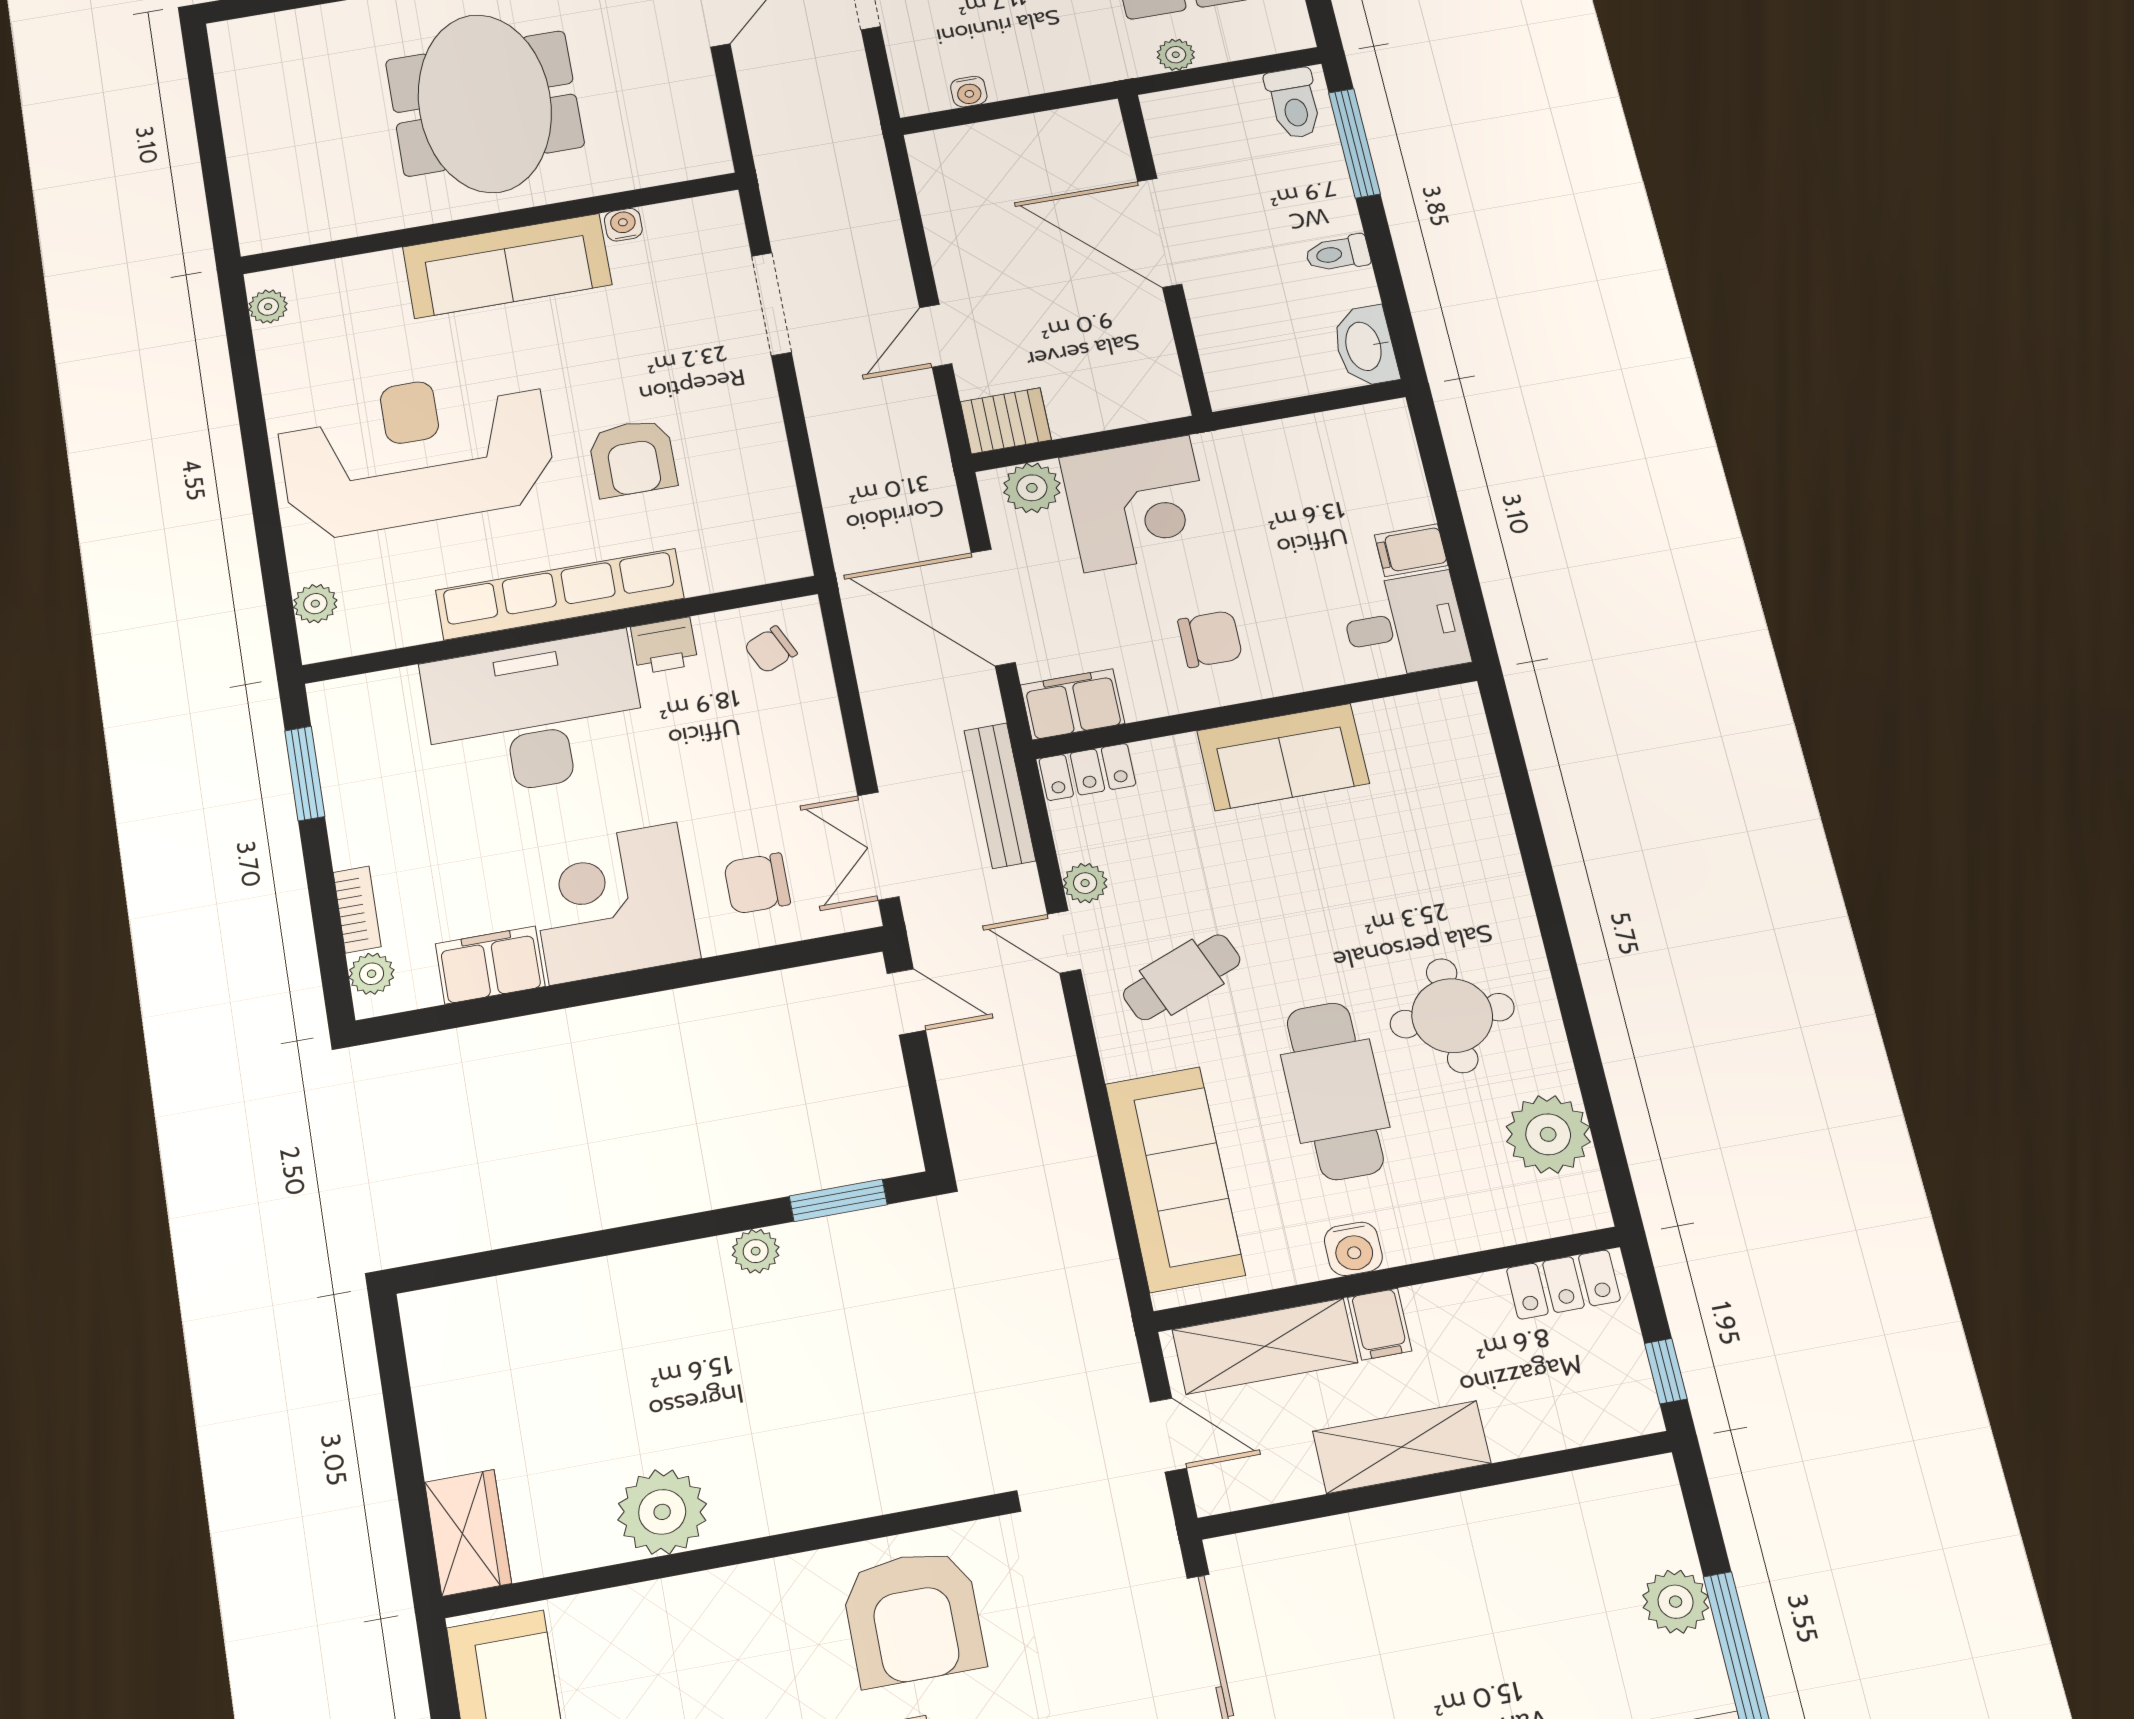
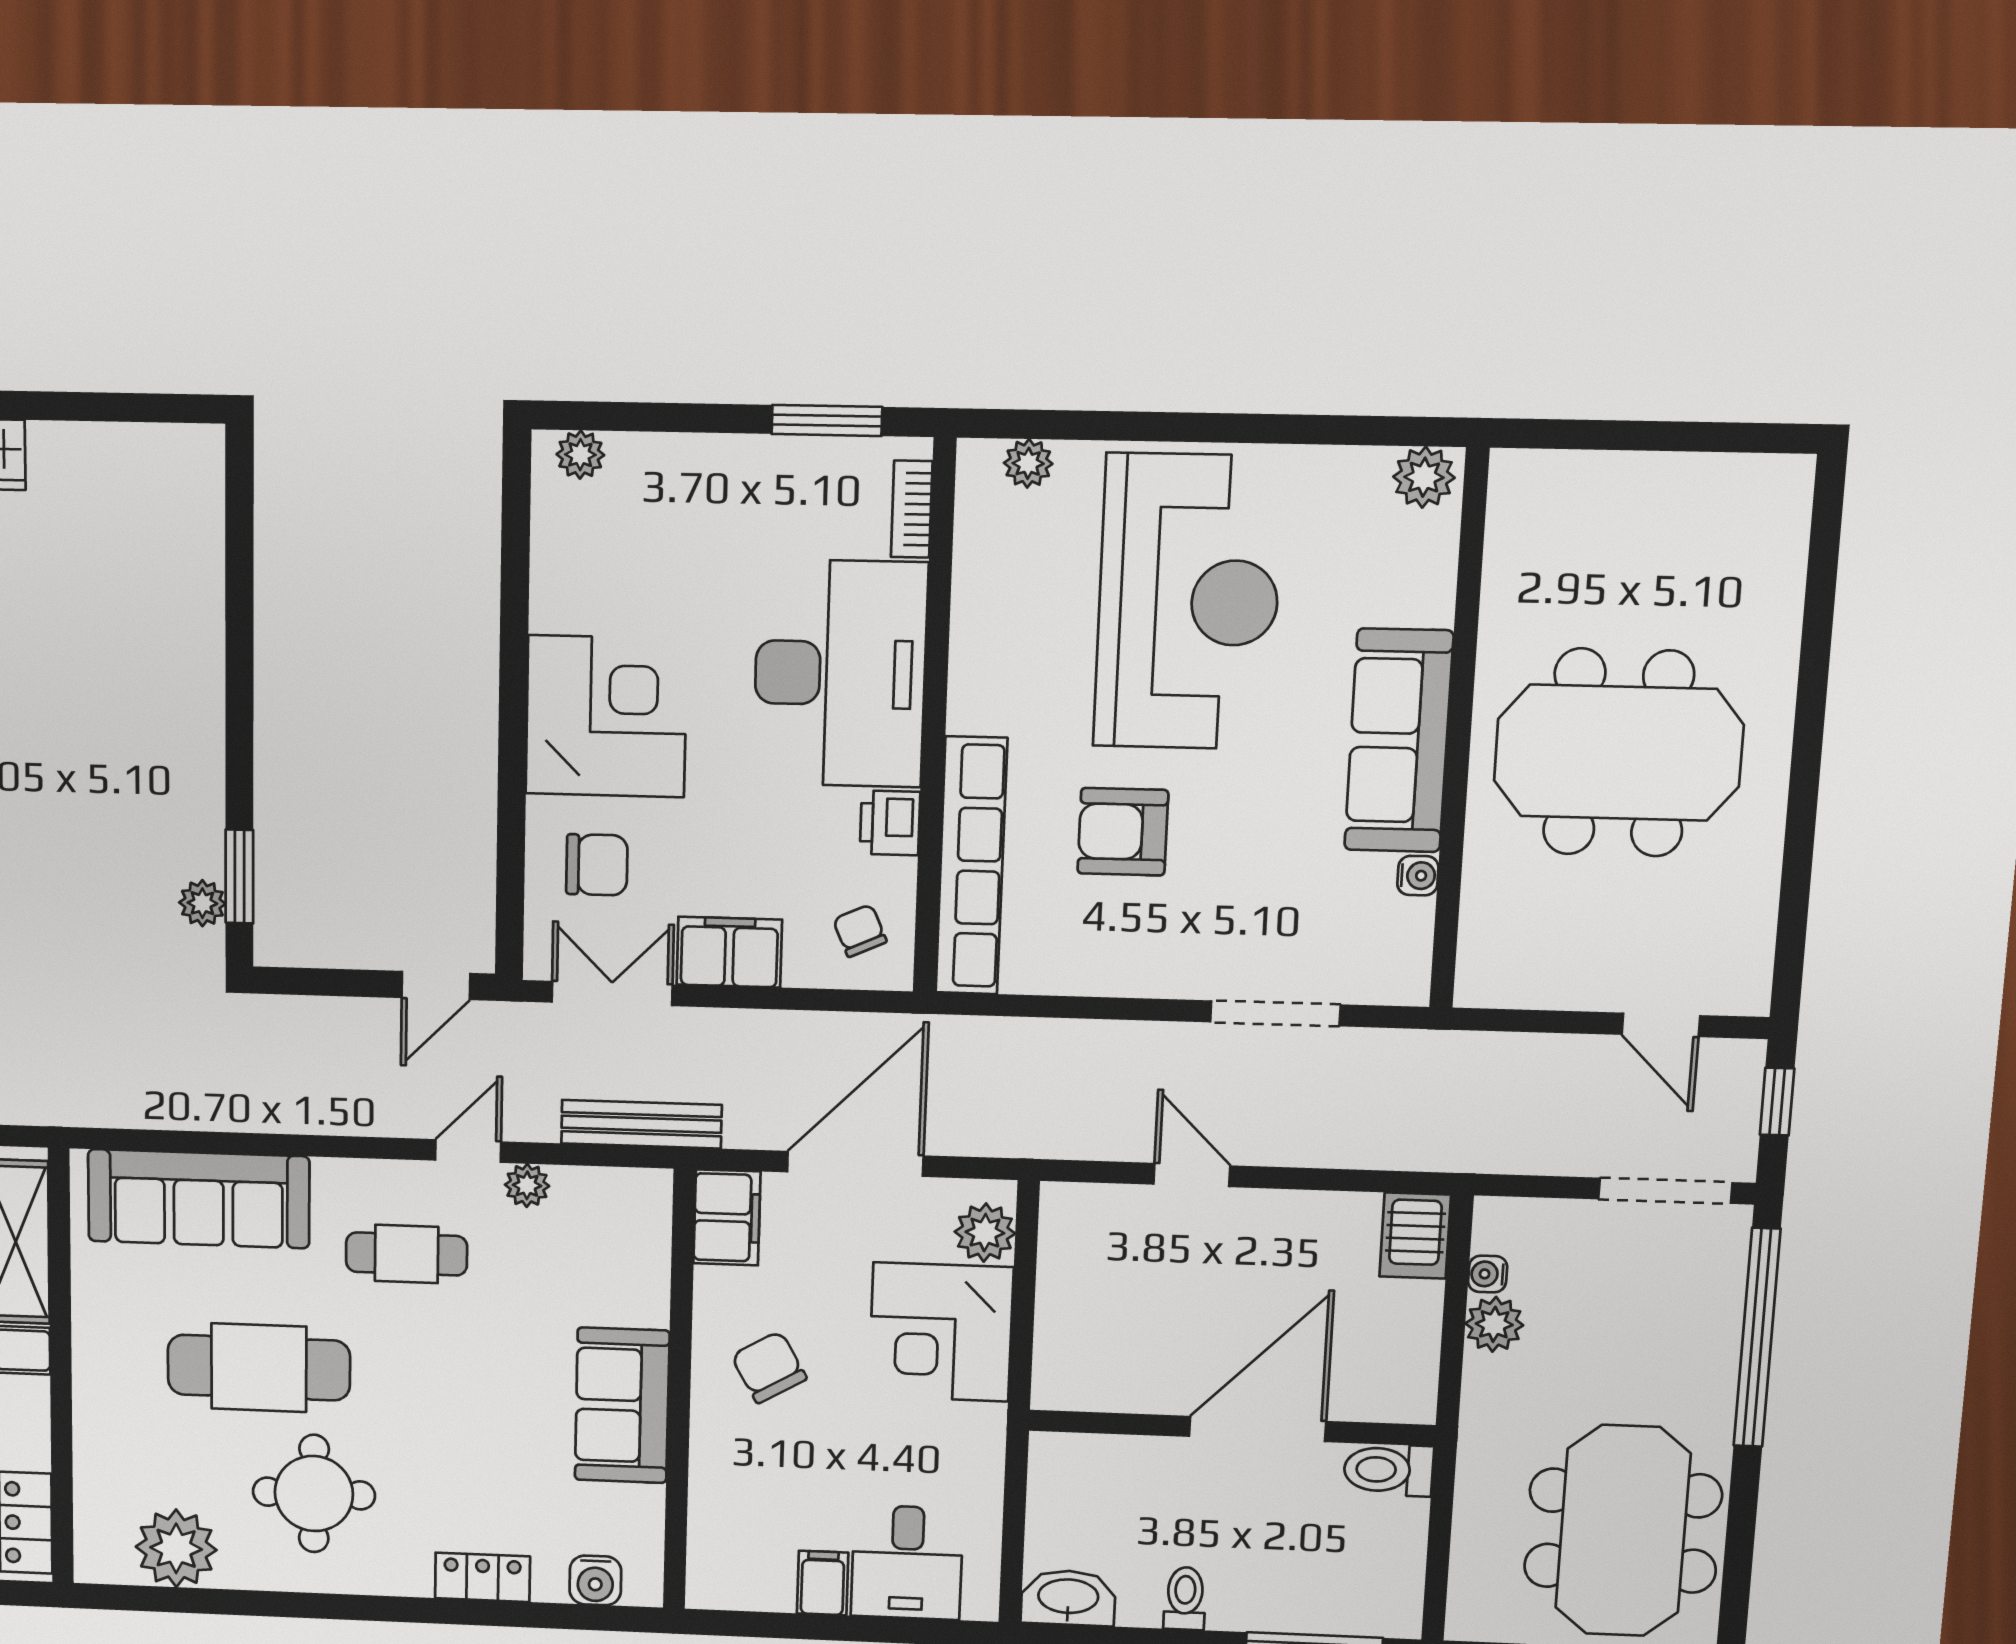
plant: (1176, 55) -> (1494, 1324), moved, width x1.38, depth x1.38
toilet: (1294, 103) -> (1388, 1470), moved
plant: (268, 307) -> (1424, 477), width x1.38, depth x1.38
server rack: (1006, 421) -> (1415, 1236), moved
row of seats: (560, 594) -> (971, 866), moved
desk: (1405, 625) -> (907, 1562), moved
chair: (1210, 639) -> (769, 1367), turned 150
locker: (1087, 772) -> (482, 1577), moved, turned 90
chair: (757, 883) -> (597, 865), turned 90
bookcase: (357, 909) -> (912, 509), moved, turned 90
filing cabinet: (490, 965) -> (729, 952), moved, turned -90
cafe table: (1182, 977) -> (407, 1254), turned -68
water cooler: (1353, 1249) -> (595, 1580), moved, turned -90
plant: (756, 1251) -> (202, 903), moved

